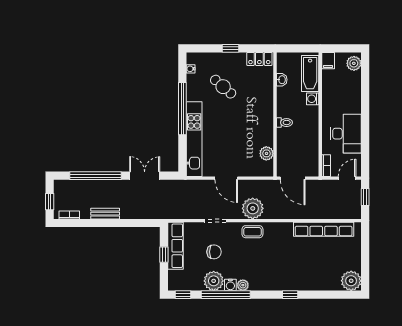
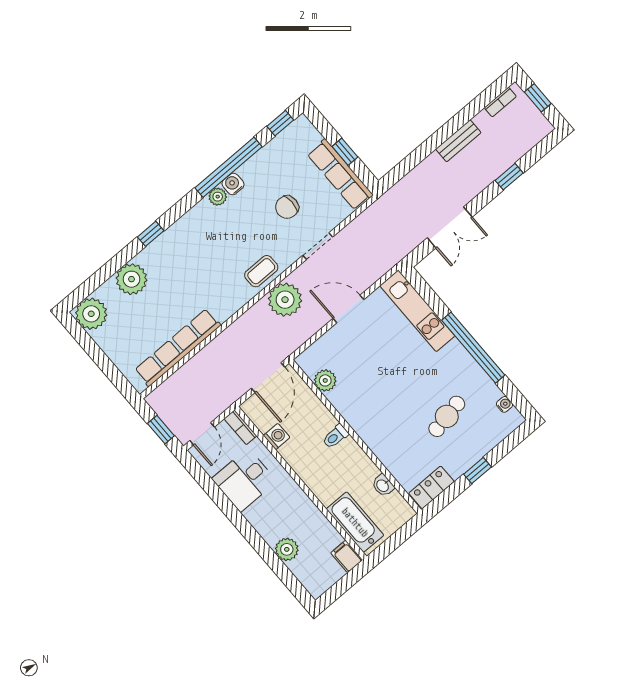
plant: (354, 63) -> (287, 549), moved
cafe table: (223, 87) -> (447, 416), turned -52
washing machine: (313, 99) -> (277, 436), moved
desk: (346, 134) -> (244, 480), width x0.73
kitchen unit: (194, 139) -> (417, 311), width x0.73
window: (96, 176) -> (509, 177), width x0.32
door: (293, 178) -> (268, 378), swing flipped
plant: (214, 281) -> (131, 279), moved

